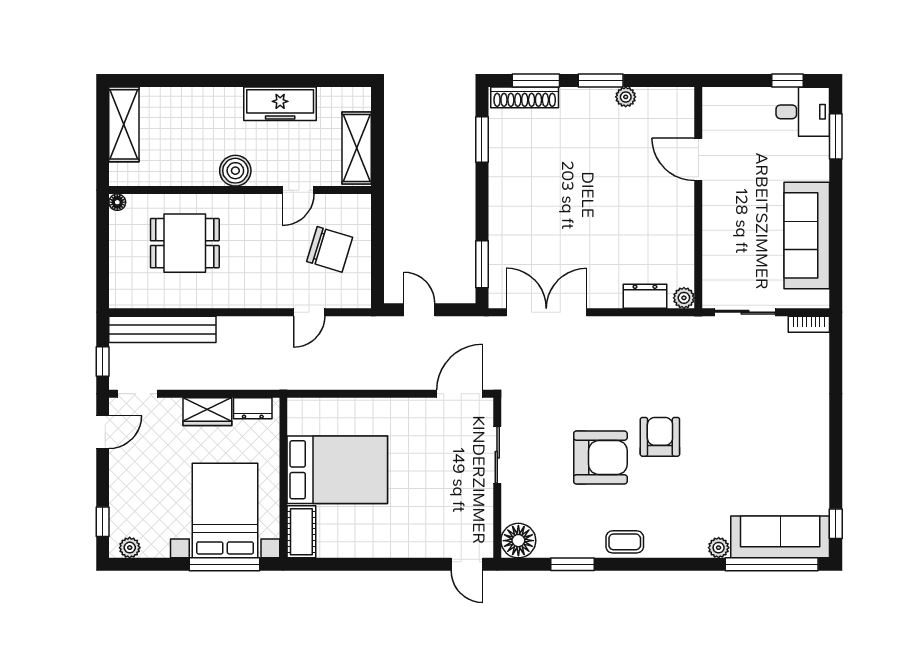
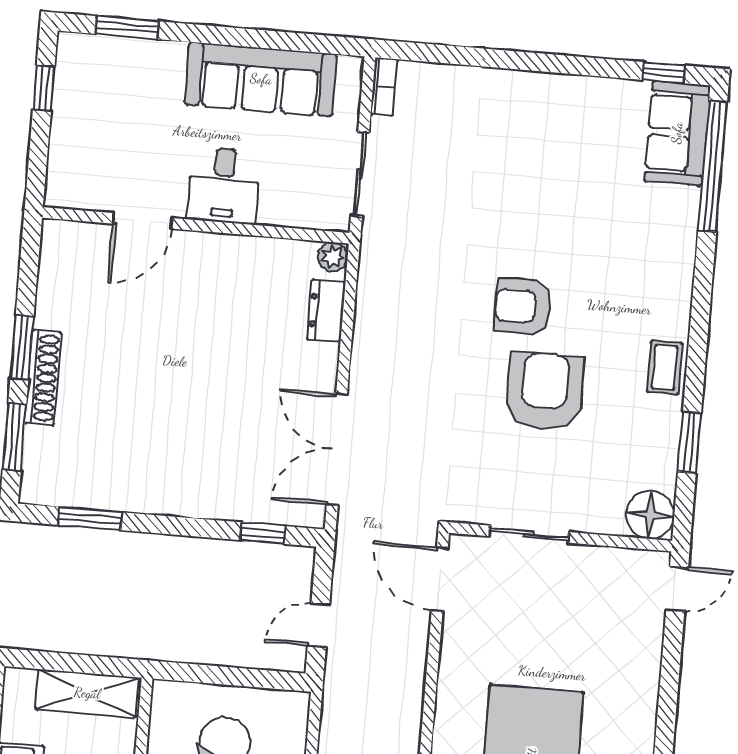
shoe rack: (525, 97) -> (43, 378), moved
plant: (626, 97) -> (48, 314), removed
desk: (803, 112) -> (224, 185), moved, turned 180
window: (482, 264) -> (263, 533), width x0.67
sofa: (780, 537) -> (677, 133), width x0.73
plant: (719, 548) -> (683, 238), removed

